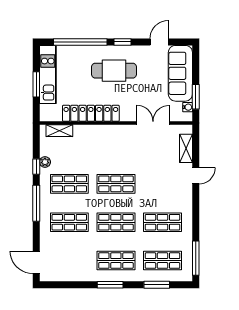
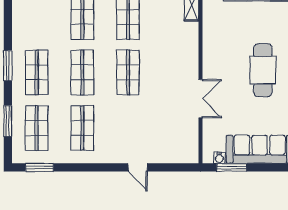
locker: (91, 113) -> (212, 43), removed
double door: (153, 123) -> (200, 99), moved
shelving: (186, 148) -> (170, 156), removed
window: (196, 258) -> (40, 167), width x0.69

